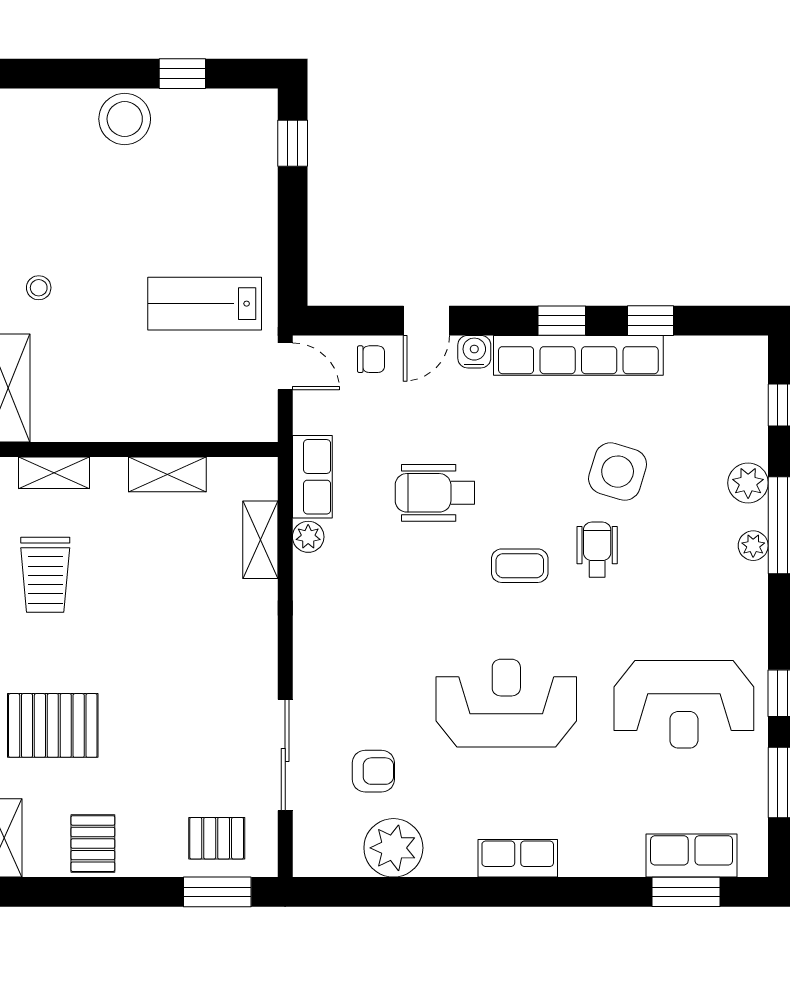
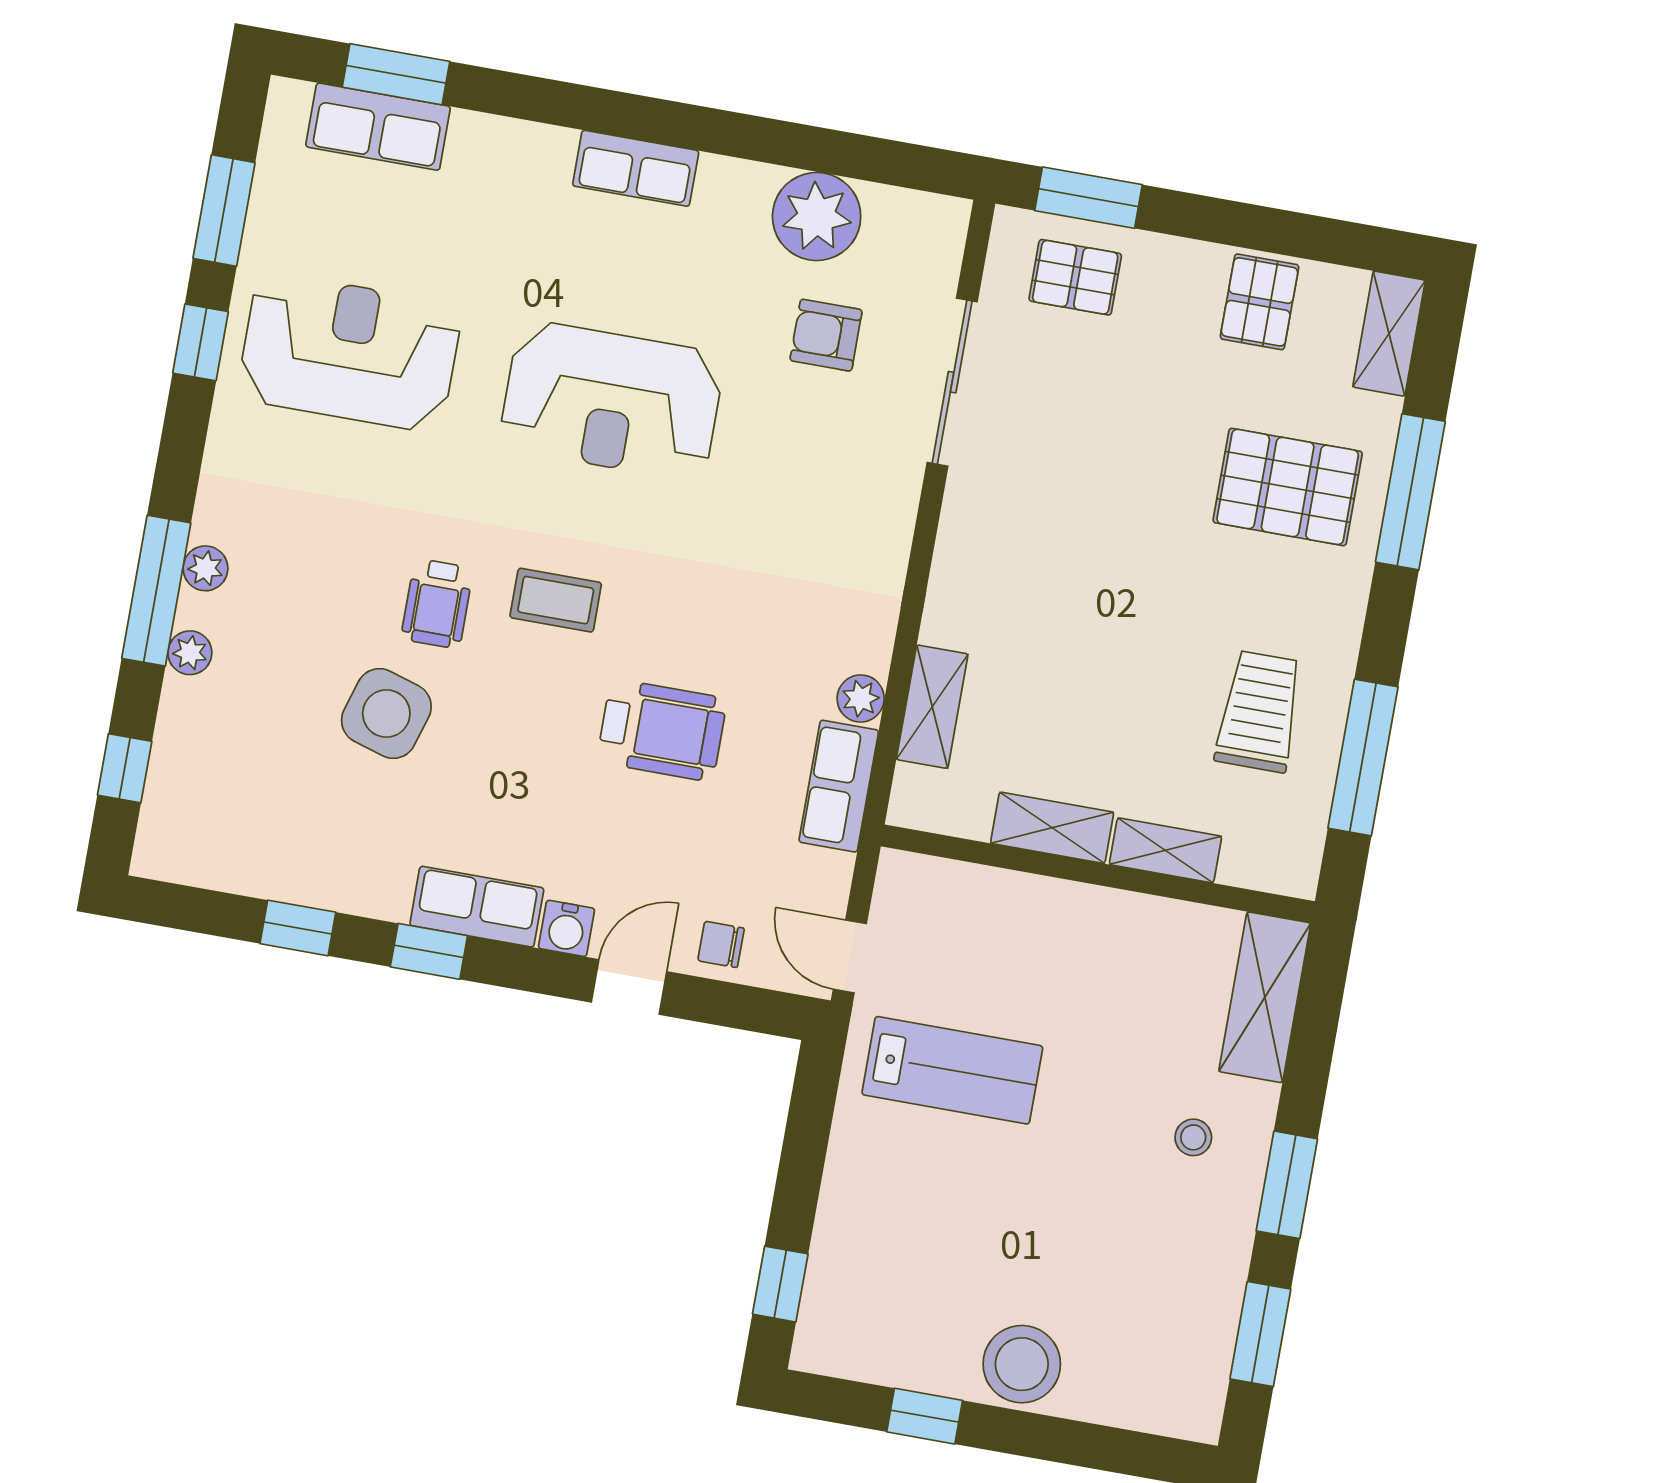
row of seats: (578, 355) -> (477, 907), width x0.50
shelving: (54, 473) -> (1165, 850), moved
plant: (748, 483) -> (190, 653), width x0.73, depth x0.73

